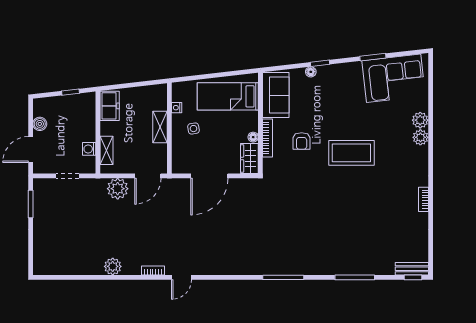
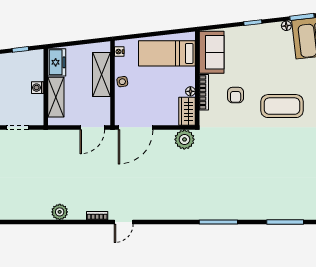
floor lamp: (311, 72) -> (286, 26), moved
nightstand: (177, 108) -> (119, 52), moved
shelving: (160, 127) -> (102, 75), width x1.50, depth x1.33
side table: (193, 129) -> (122, 82), moved
washing machine: (89, 149) -> (38, 88), moved
shelving: (107, 150) -> (56, 97), width x1.50, depth x1.33
door: (209, 176) -> (136, 127), moved
plant: (118, 189) -> (184, 139), moved

